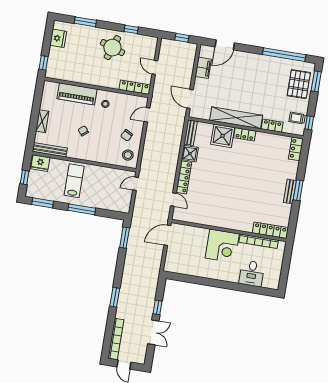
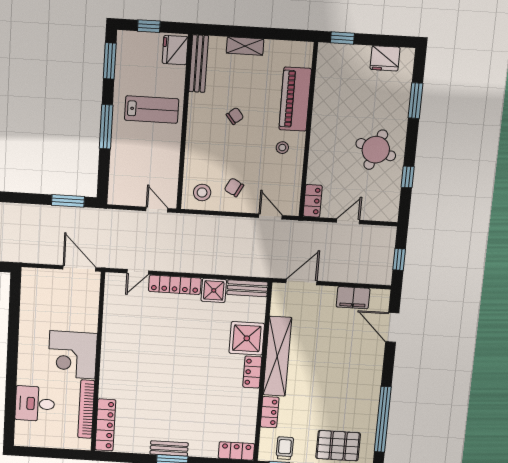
locker: (135, 87) -> (313, 201), width x0.66

